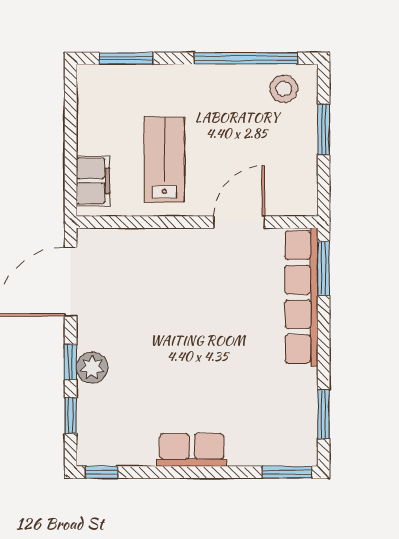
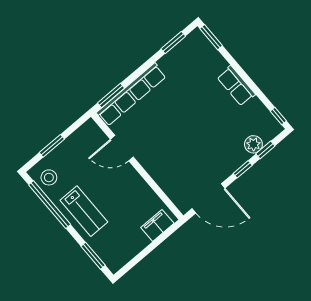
lab bench: (164, 160) -> (84, 211), moved, turned -90
plant: (92, 368) -> (253, 144), moved

